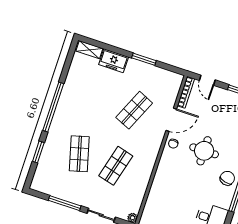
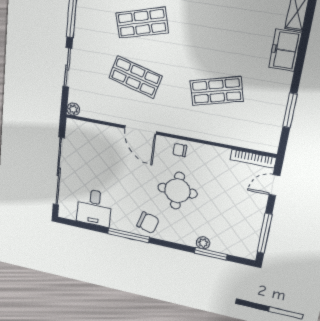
window: (144, 59) -> (290, 110), moved
shop shelf: (134, 110) -> (217, 91), turned -39
door: (171, 120) -> (141, 130), moved

